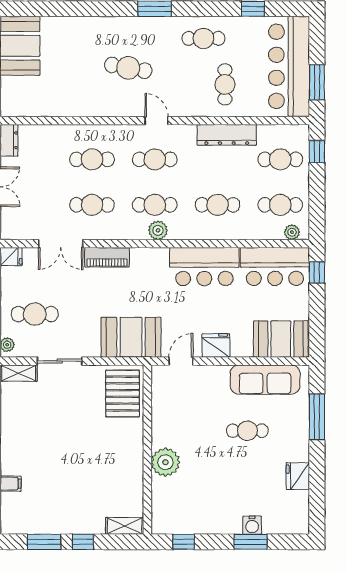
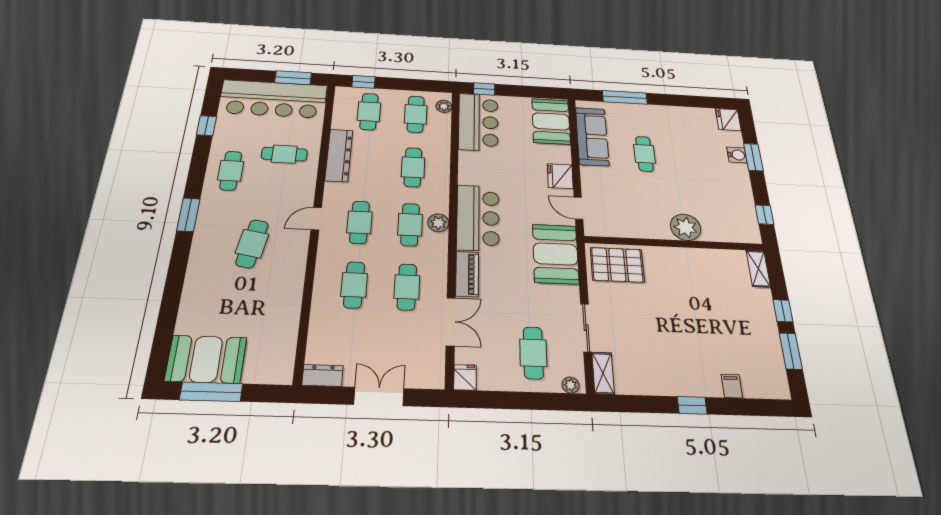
bar counter: (204, 267) -> (478, 218), moved
fridge: (298, 476) -> (728, 120), moved, turned 90

